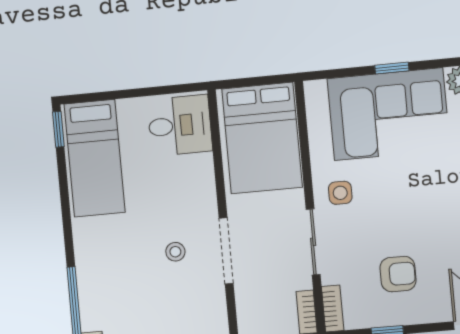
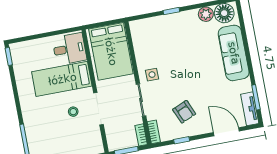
corner sofa: (388, 114) -> (172, 34), removed
bed: (95, 158) -> (62, 79), moved, turned 90
armchair: (398, 274) -> (184, 112), turned 67

